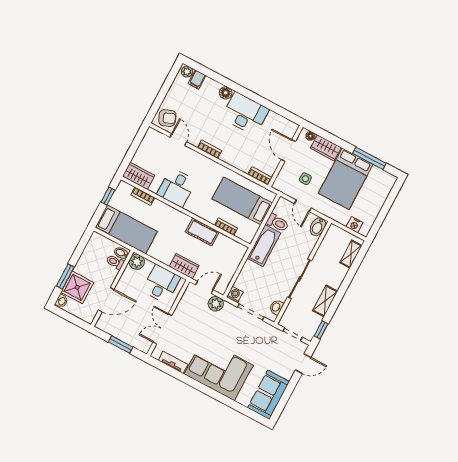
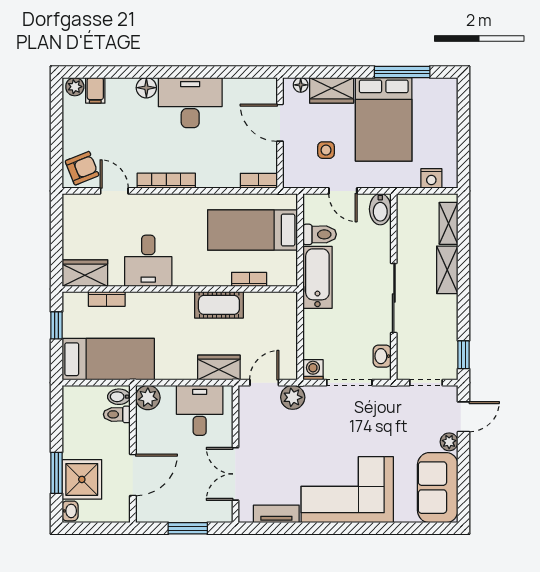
bookcase: (210, 149) -> (166, 181), width x1.56
shelving: (325, 301) -> (447, 270), moved
plant: (288, 373) -> (449, 442), added

